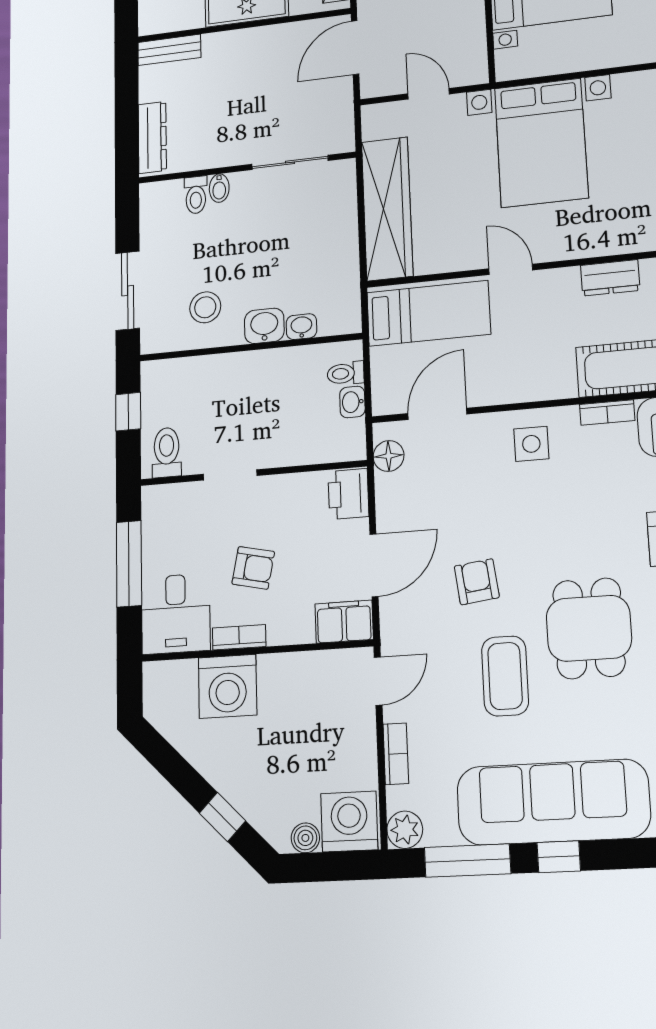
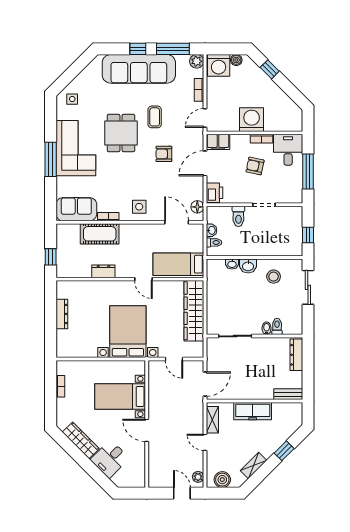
door: (437, 414) -> (177, 222), swing flipped
toilet: (167, 452) -> (238, 216), moved
armchair: (477, 582) -> (164, 154), turned 97
coffee table: (505, 676) -> (155, 117), width x0.73, depth x0.77
washing machine: (228, 686) -> (252, 120), moved

